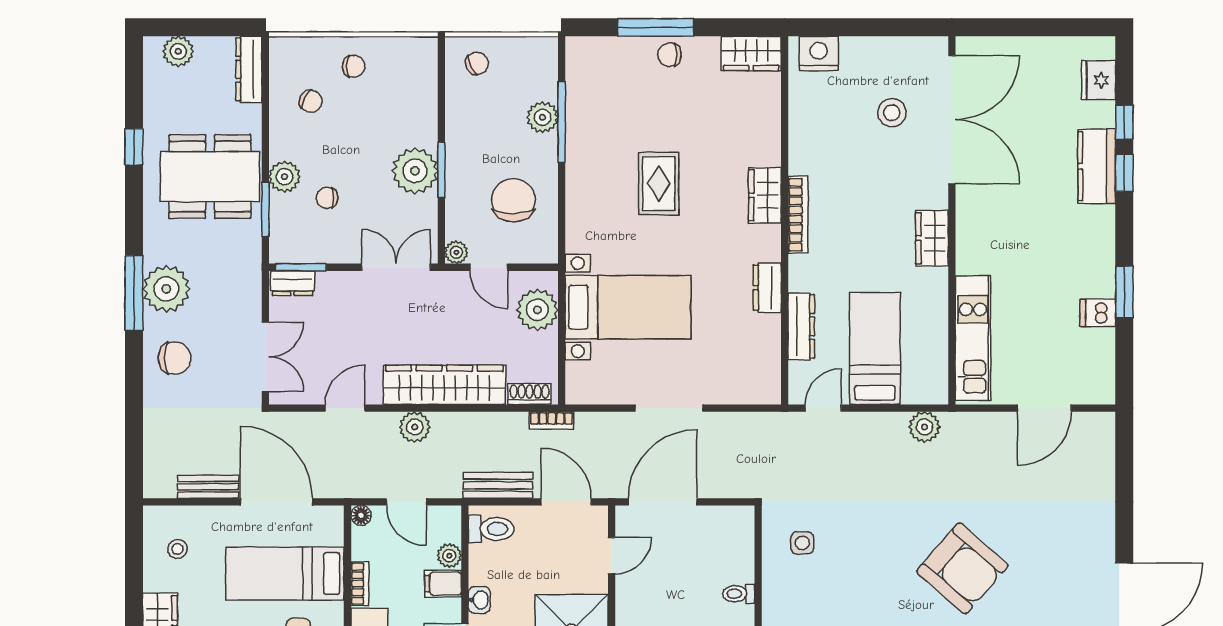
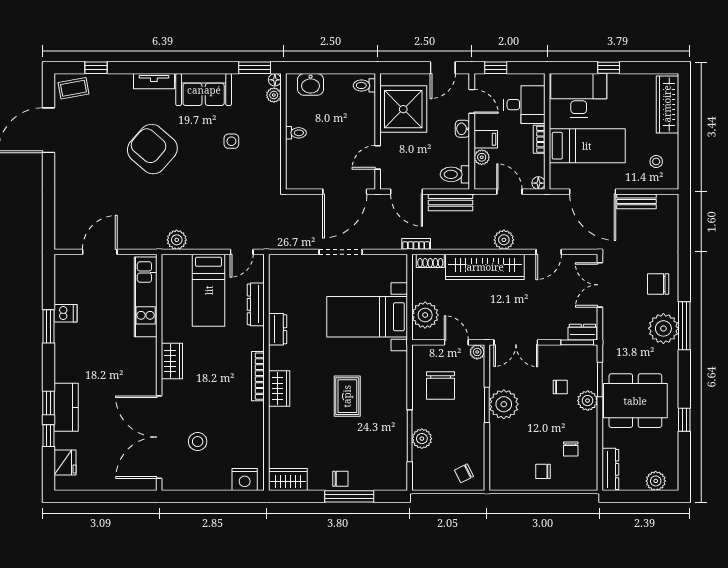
chair: (311, 101) -> (571, 449), turned -117
side table: (802, 543) -> (231, 141), moved

